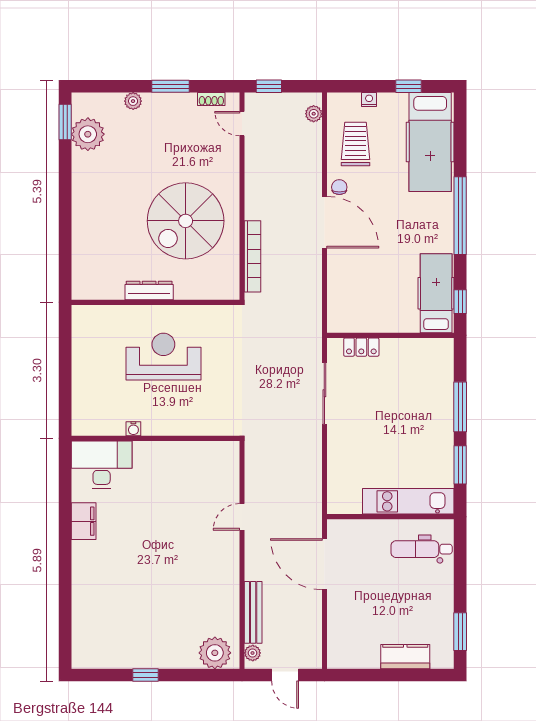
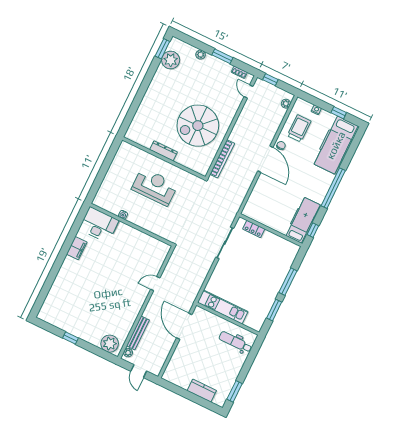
kitchen unit: (408, 501) -> (223, 307), moved

